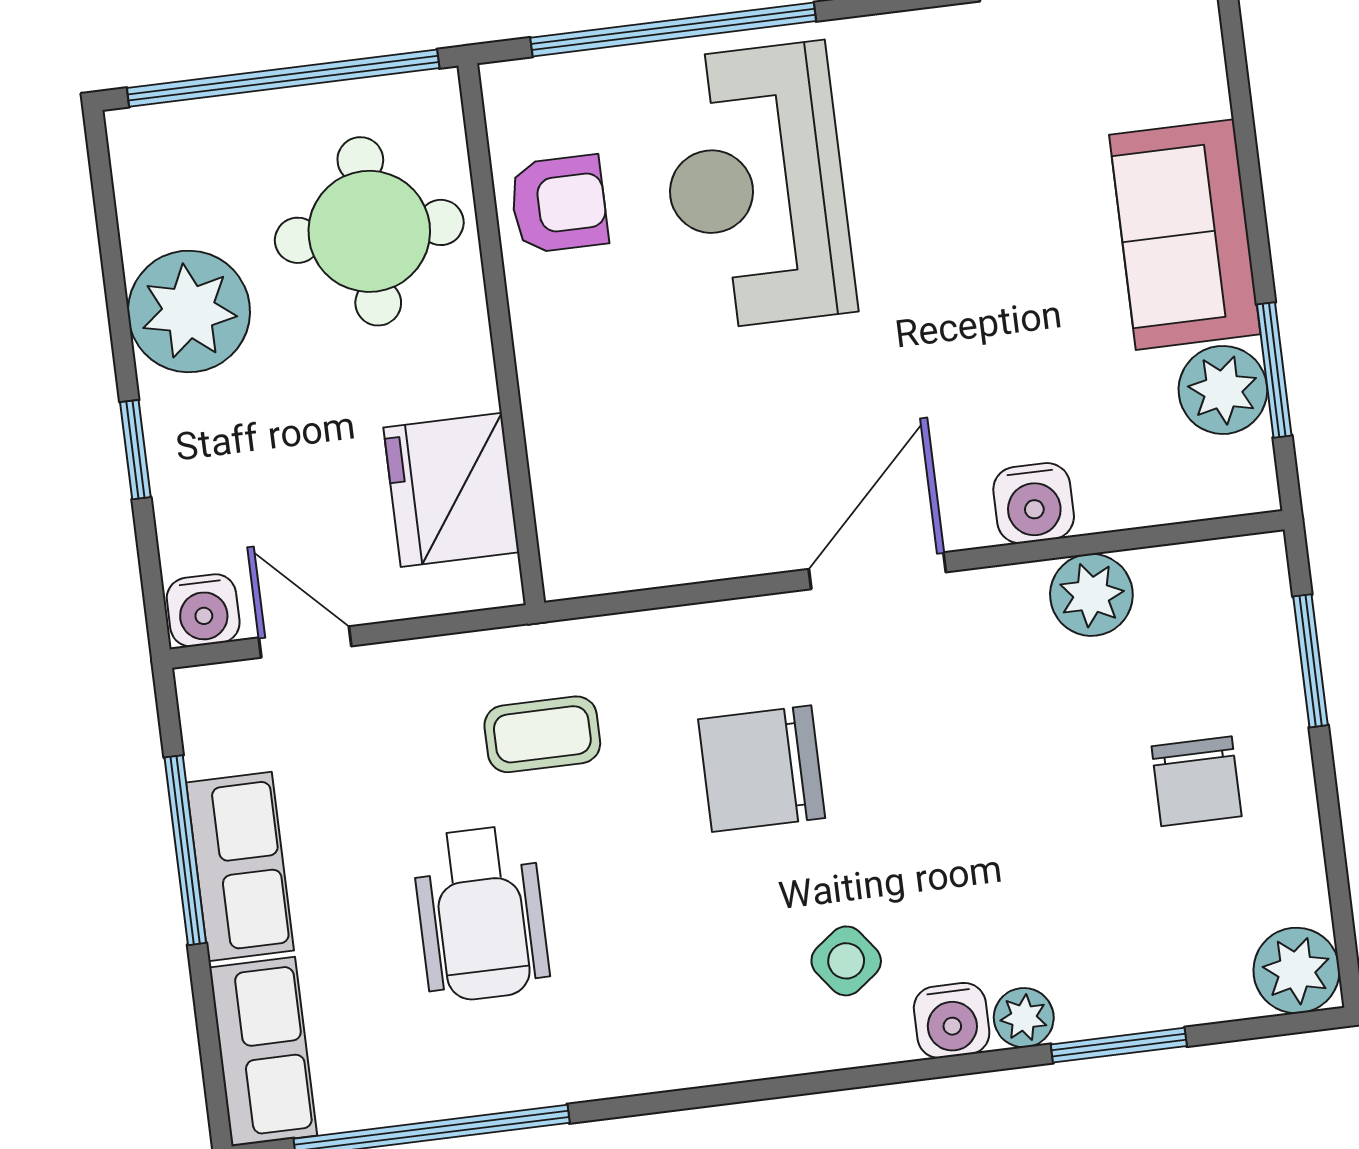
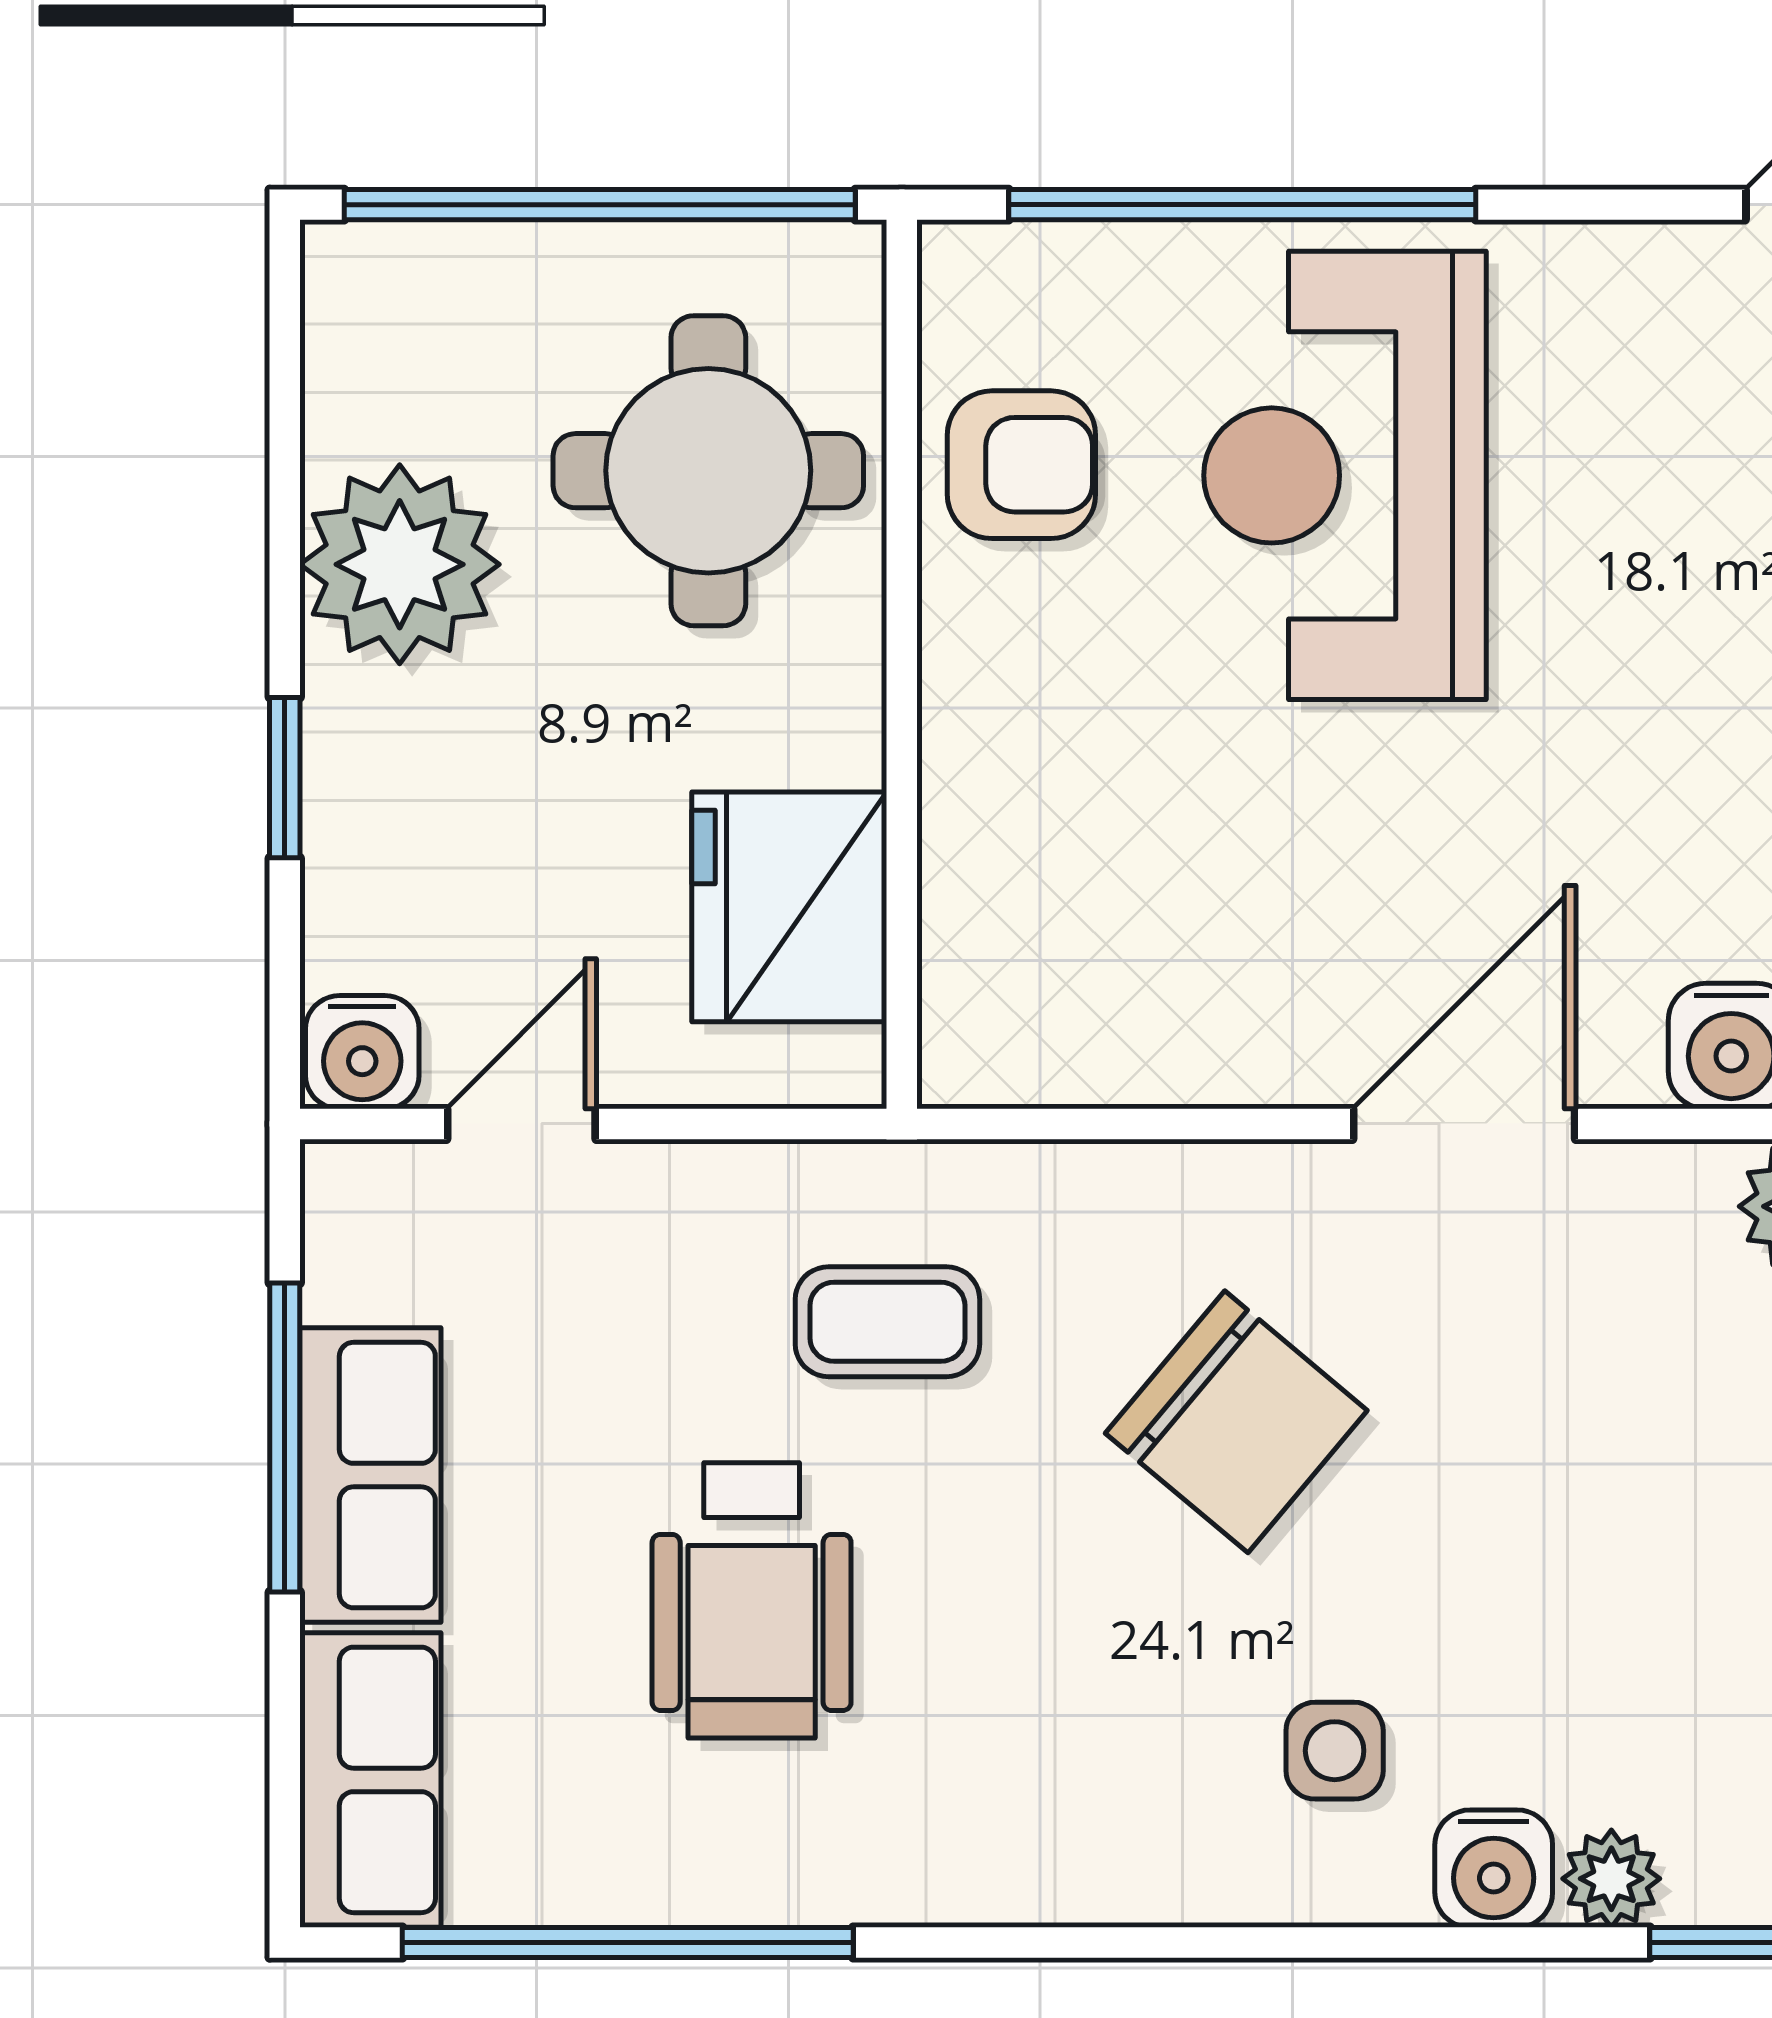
door: (305, 642) -> (521, 1124), hinge flipped
chair: (762, 769) -> (1236, 1422), turned -140
side table: (846, 961) -> (1335, 1751), turned 37

